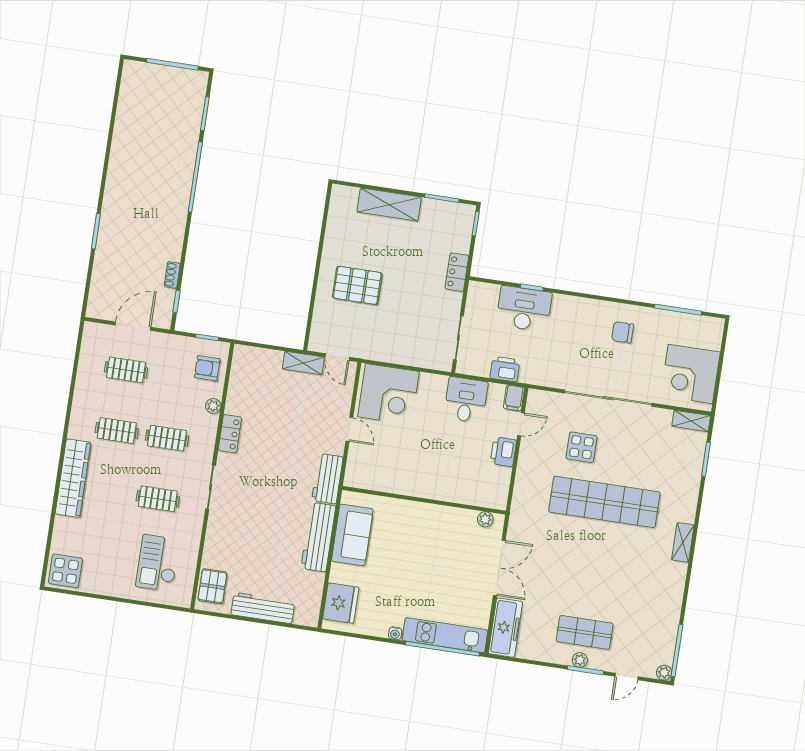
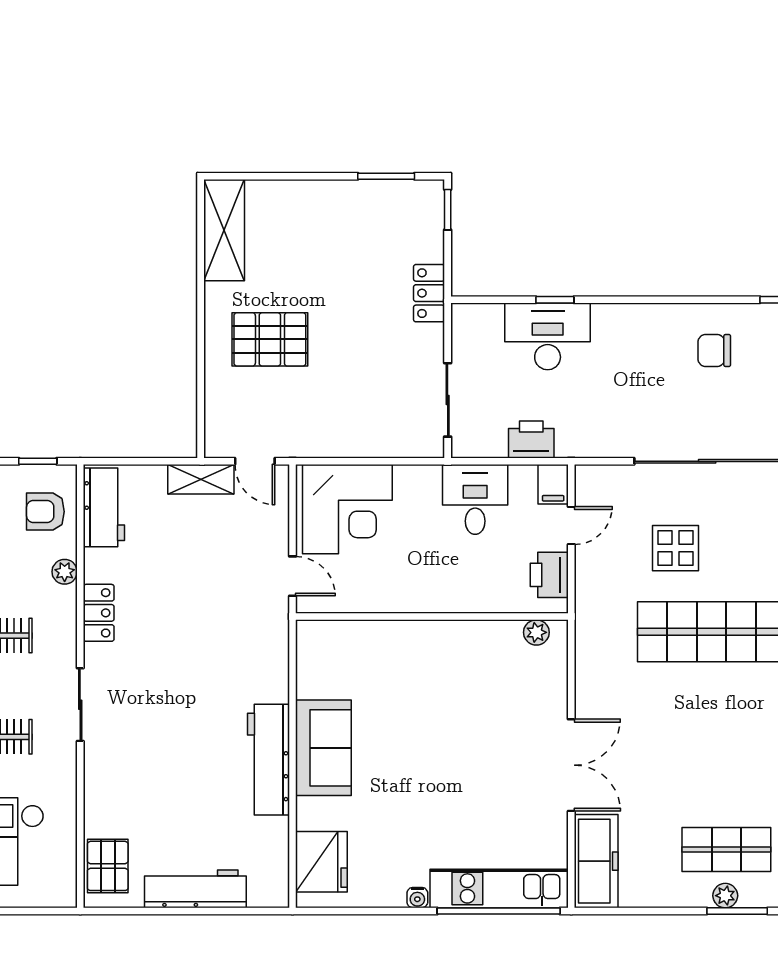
shelving: (389, 205) -> (224, 230), moved, turned 90
workbench: (327, 479) -> (104, 507), moved, turned 180
wall: (424, 500) -> (432, 617), moved
plant: (485, 519) -> (536, 632), moved

